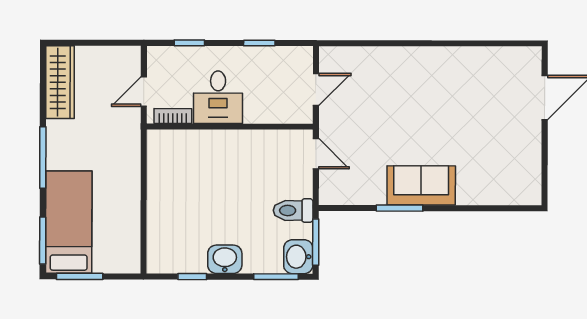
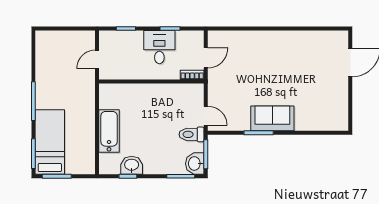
wardrobe: (60, 82) -> (44, 54), removed
desk: (218, 97) -> (159, 47), moved, turned 180
bookcase: (173, 116) -> (192, 75), moved
door: (316, 154) -> (206, 116), moved
bathtub: (162, 205) -> (109, 131), added
washbasin: (225, 259) -> (132, 165), moved

